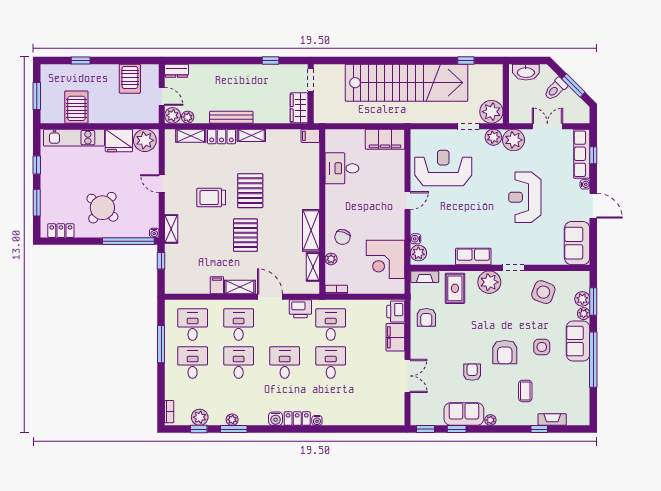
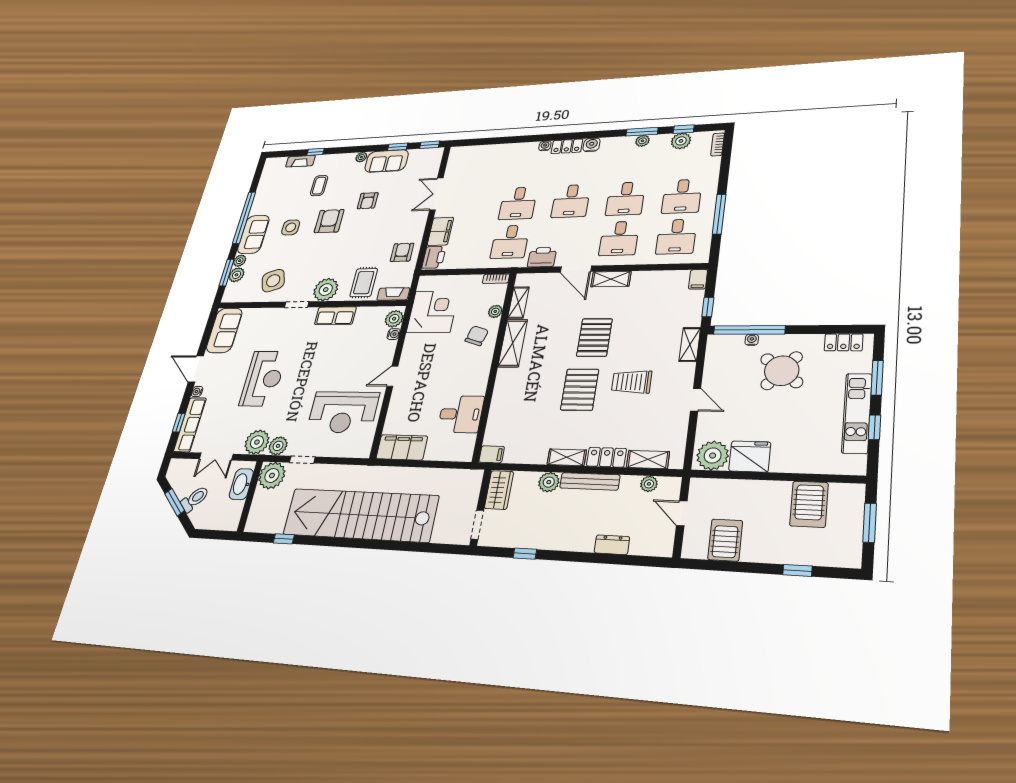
dresser: (177, 71) -> (612, 545), moved
washbasin: (526, 72) -> (241, 484), moved, turned -90
plant: (173, 115) -> (549, 482), moved
kitchen unit: (74, 138) -> (857, 413), moved, turned -90
trolley: (211, 198) -> (632, 382), turned 180
water cooler: (154, 233) -> (752, 340), moved
filing cabinet: (217, 285) -> (698, 279), moved
side table: (543, 292) -> (273, 281), turned -38

